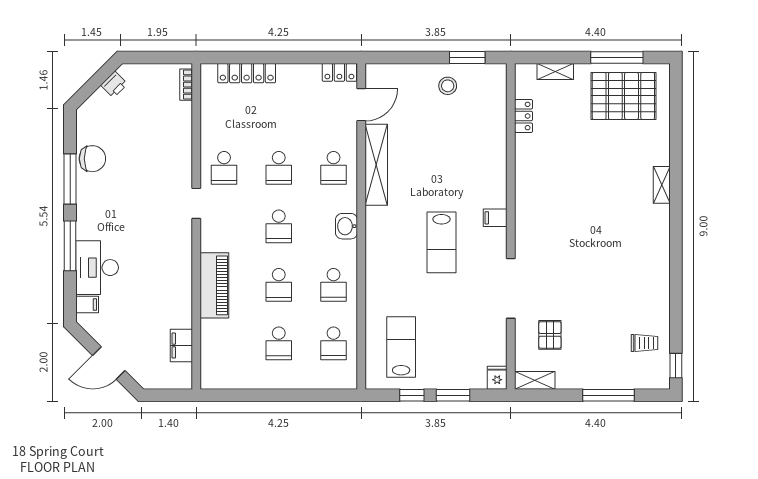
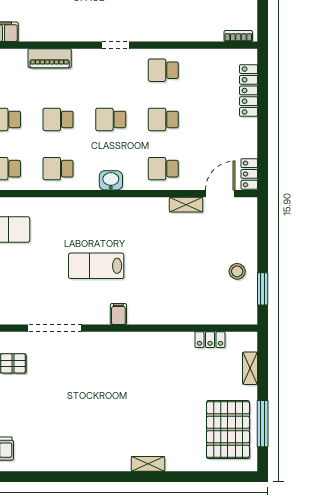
door: (361, 105) -> (220, 194), swing flipped
shelving: (376, 165) -> (186, 205), width x0.45, depth x0.75
doorway: (196, 203) -> (115, 45), moved
piano: (214, 285) -> (50, 58), width x0.73, depth x0.75

